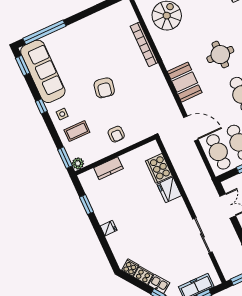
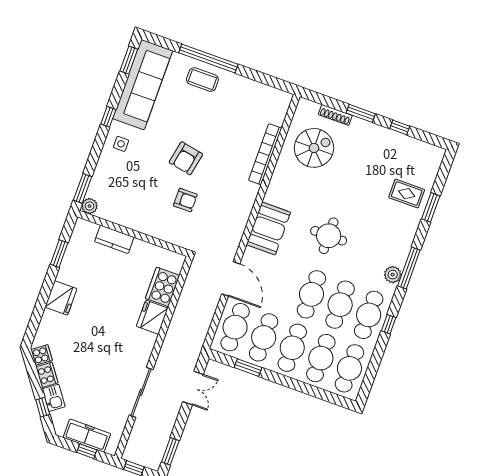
window: (44, 32) -> (208, 59), moved
coffee table: (77, 131) -> (202, 80), moved
armchair: (116, 134) -> (185, 200), moved, turned -90
fridge: (109, 228) -> (61, 298), width x1.88, depth x1.34

